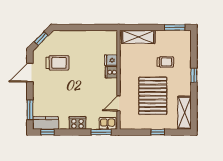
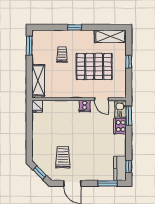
fridge: (111, 60) -> (37, 106), moved
cooker: (111, 72) -> (85, 106), moved
cooker: (77, 123) -> (120, 126), moved

